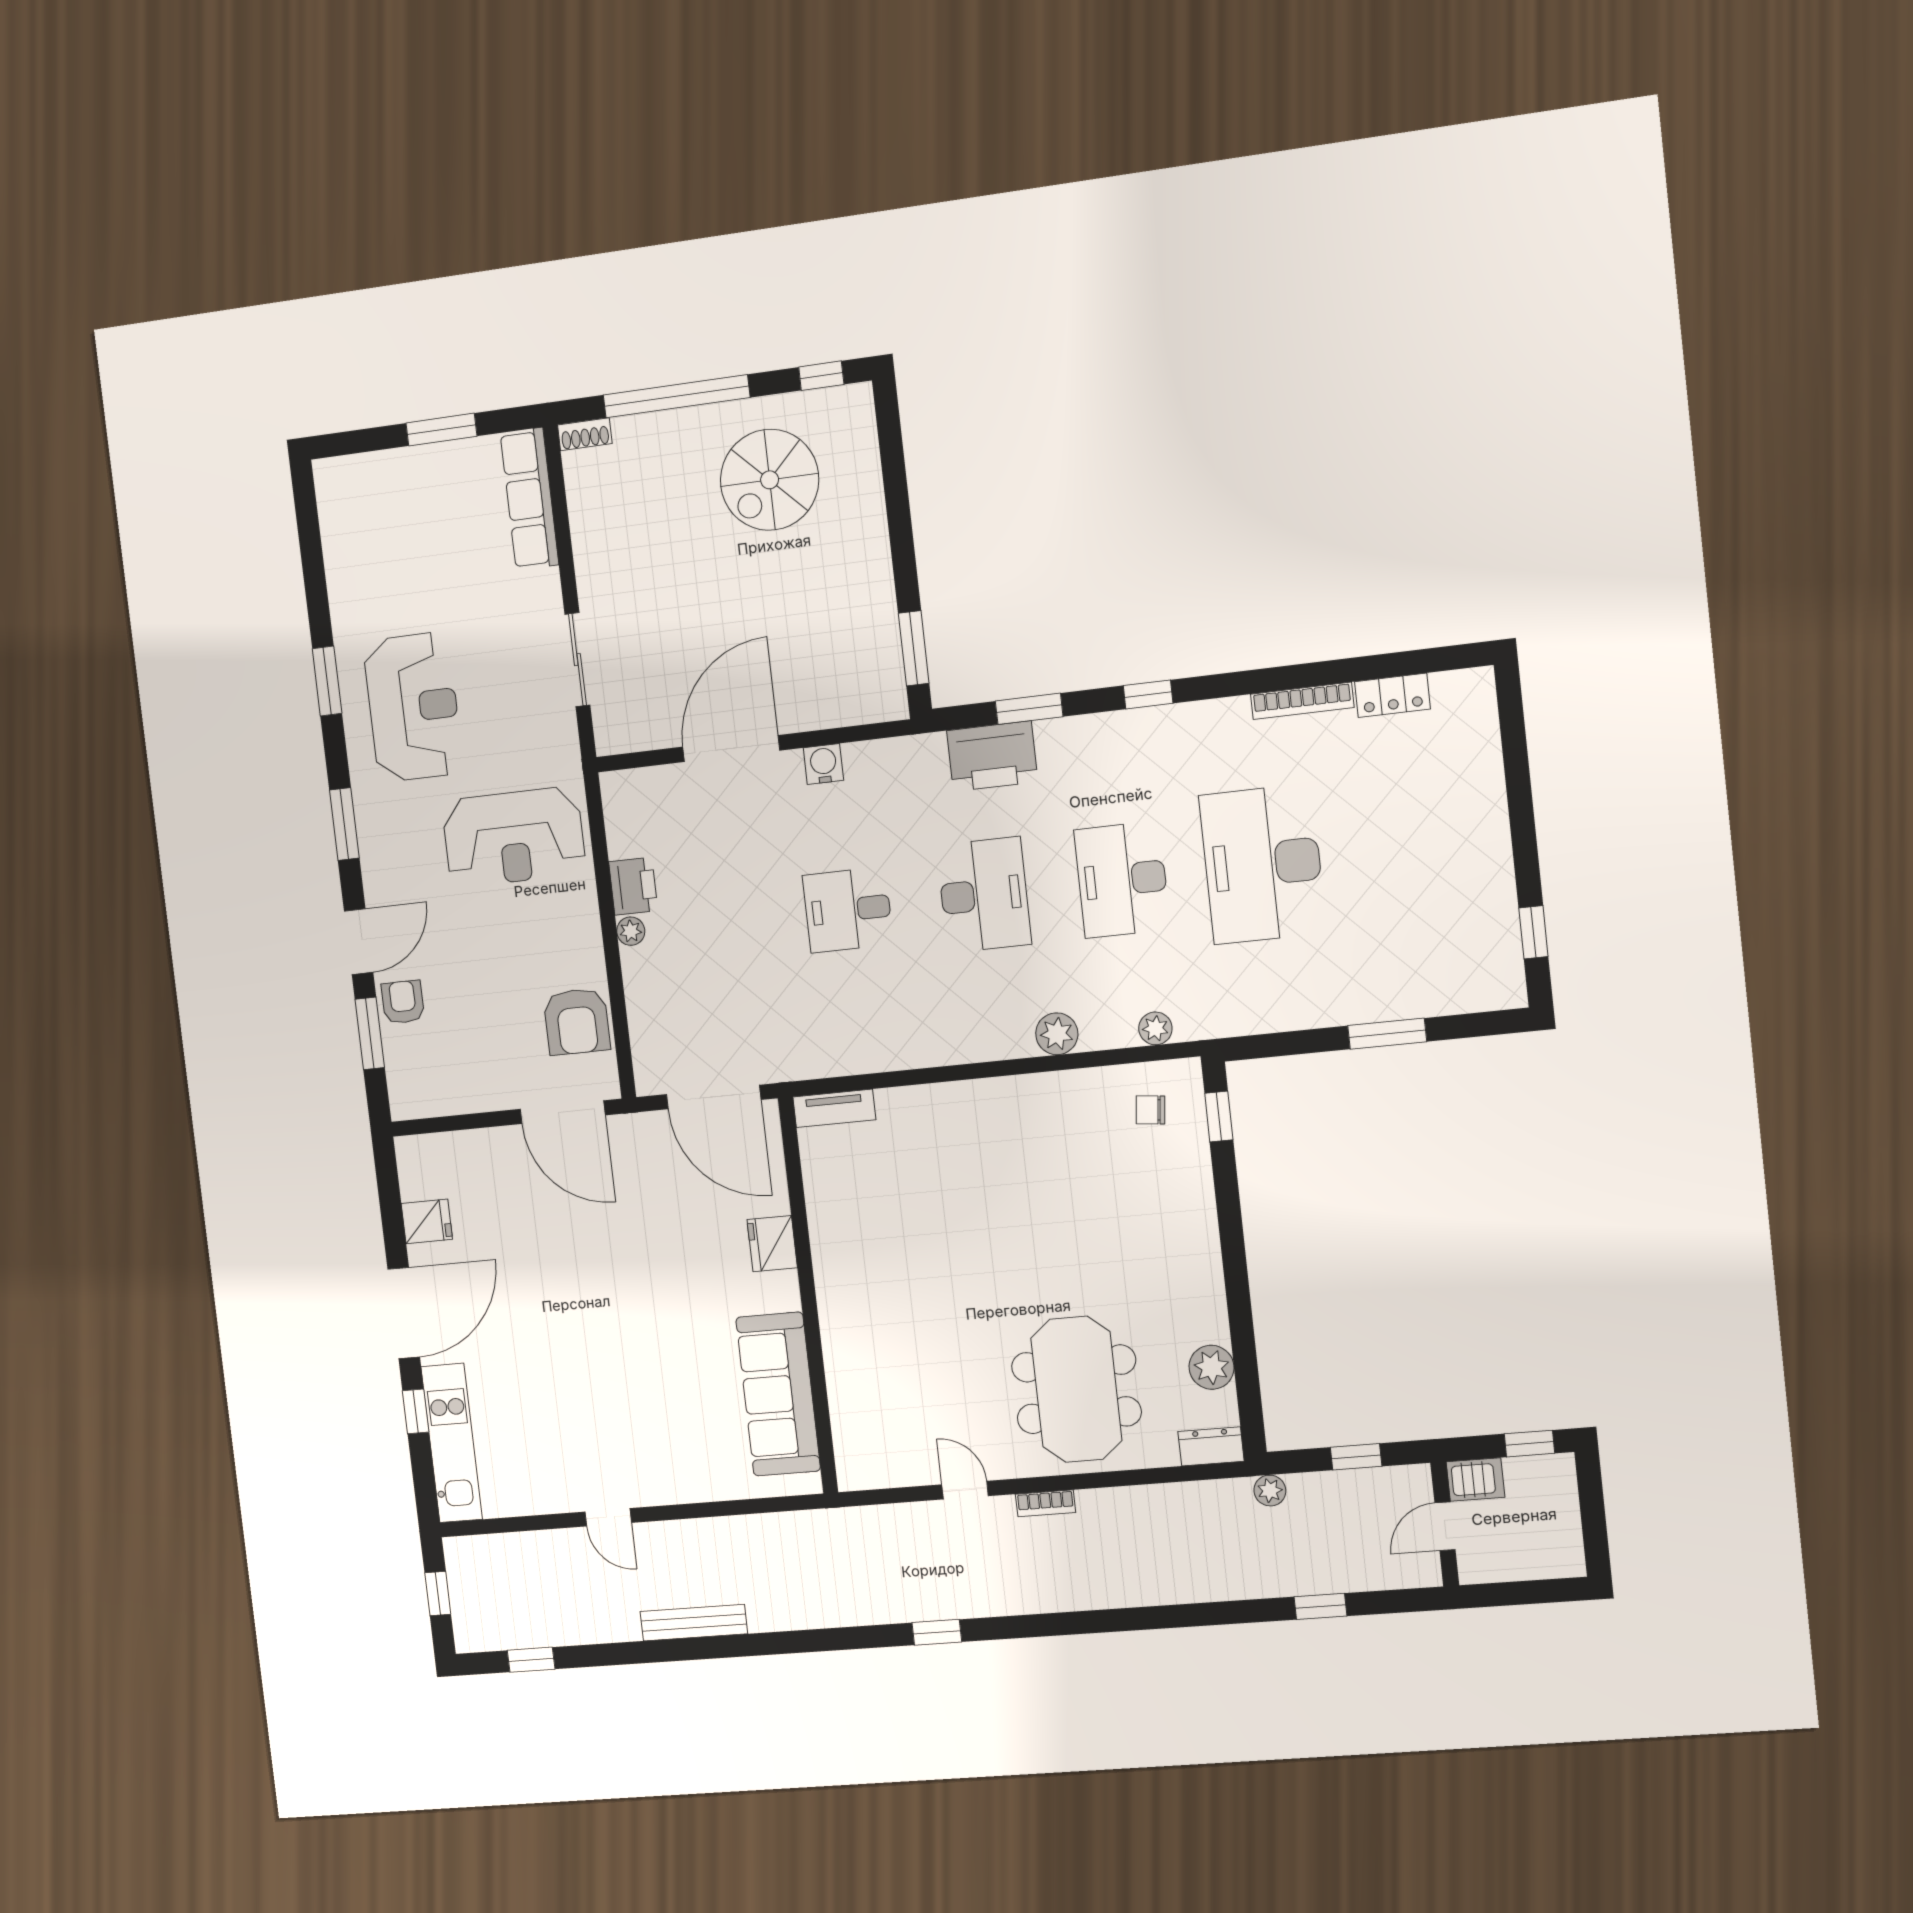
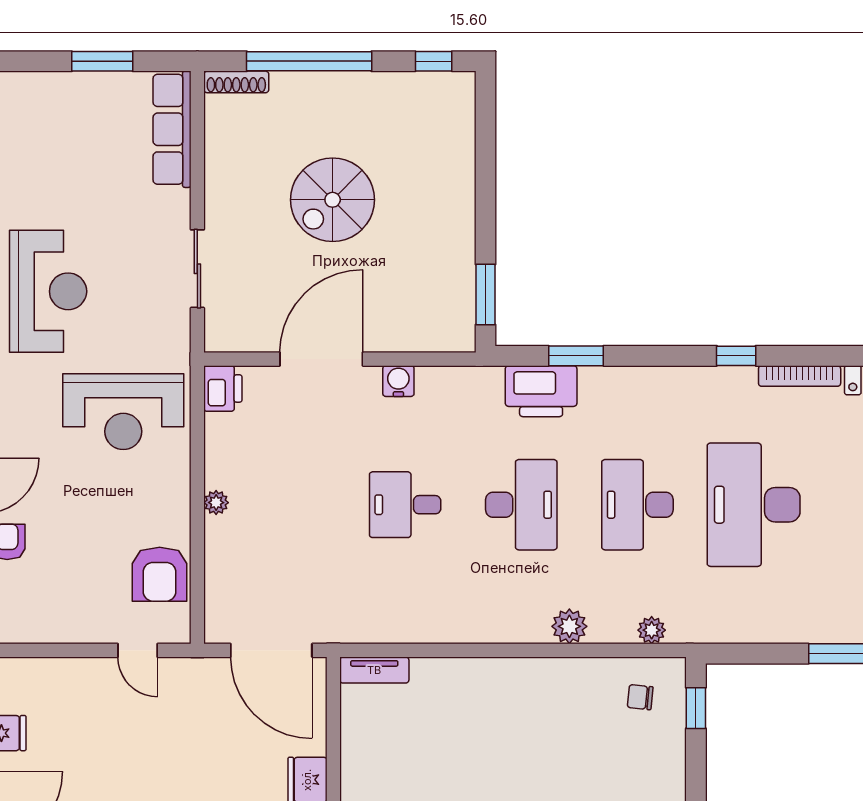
shoe rack: (585, 434) -> (236, 82), width x1.43
spiral stairs: (770, 480) -> (333, 200), moved
window: (1148, 694) -> (736, 356), moved
printer: (633, 886) -> (223, 388), moved
door: (563, 1112) -> (138, 650), width x0.53

